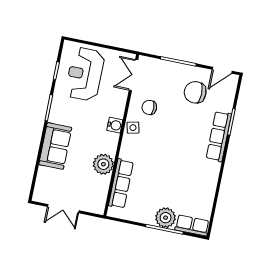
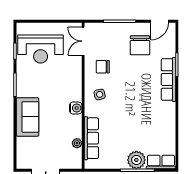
reception desk: (85, 74) -> (41, 49), turned -90
chair: (195, 92) -> (140, 45), turned -90
water cooler: (115, 125) -> (76, 108), moved
side table: (133, 128) -> (100, 94), moved
plant: (103, 164) -> (77, 143), moved, width x0.53, depth x0.53

